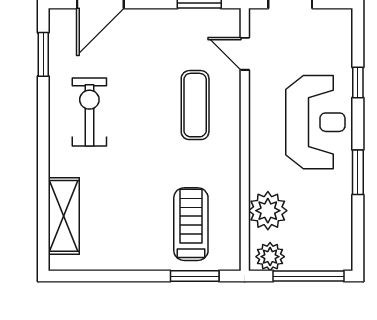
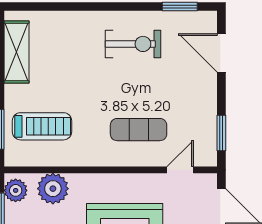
shelving: (64, 216) -> (17, 52), moved, turned 90

